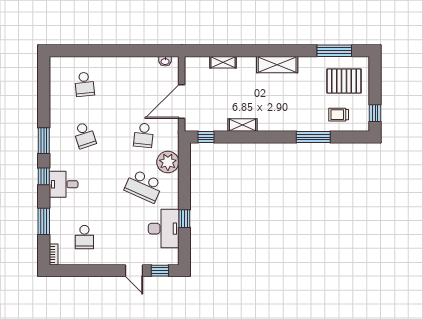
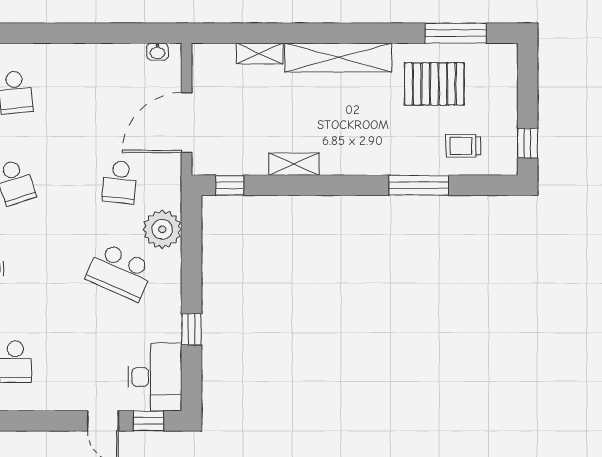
shelving: (277, 65) -> (338, 57), width x1.47
pallet: (344, 81) -> (434, 84), moved
desk: (164, 229) -> (155, 377), moved

